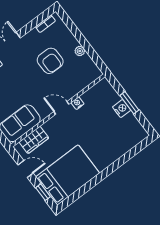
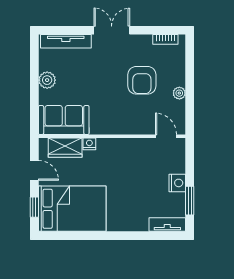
nightstand: (78, 103) -> (89, 144), moved
window: (129, 103) -> (190, 201), moved
door: (61, 108) -> (166, 136), moved
tv unit: (135, 140) -> (167, 225), added

